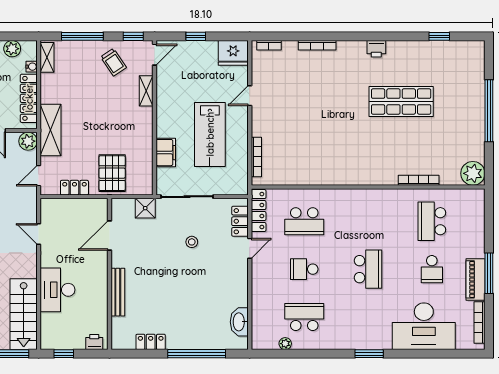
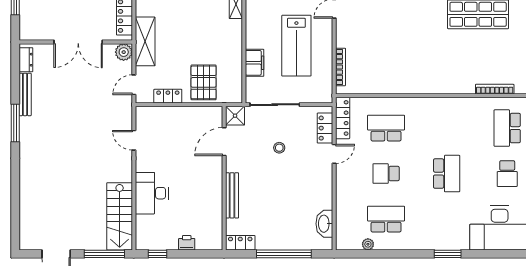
school desk: (304, 221) -> (386, 128), turned 180
door: (110, 235) -> (224, 142), moved
wall: (110, 274) -> (224, 178), moved
bench: (118, 292) -> (232, 195), moved

